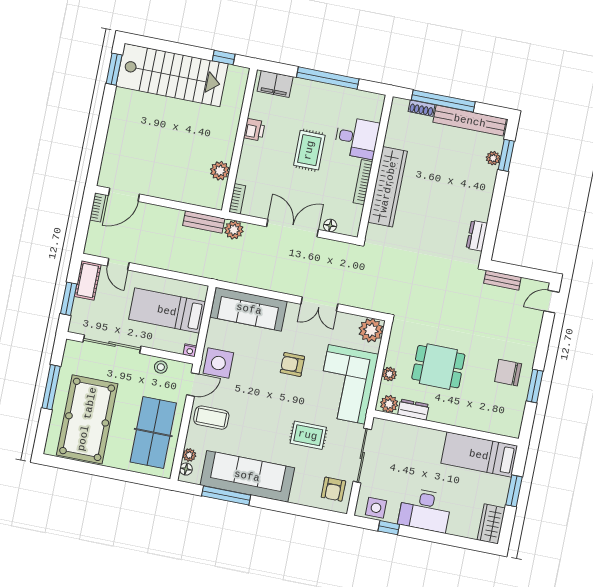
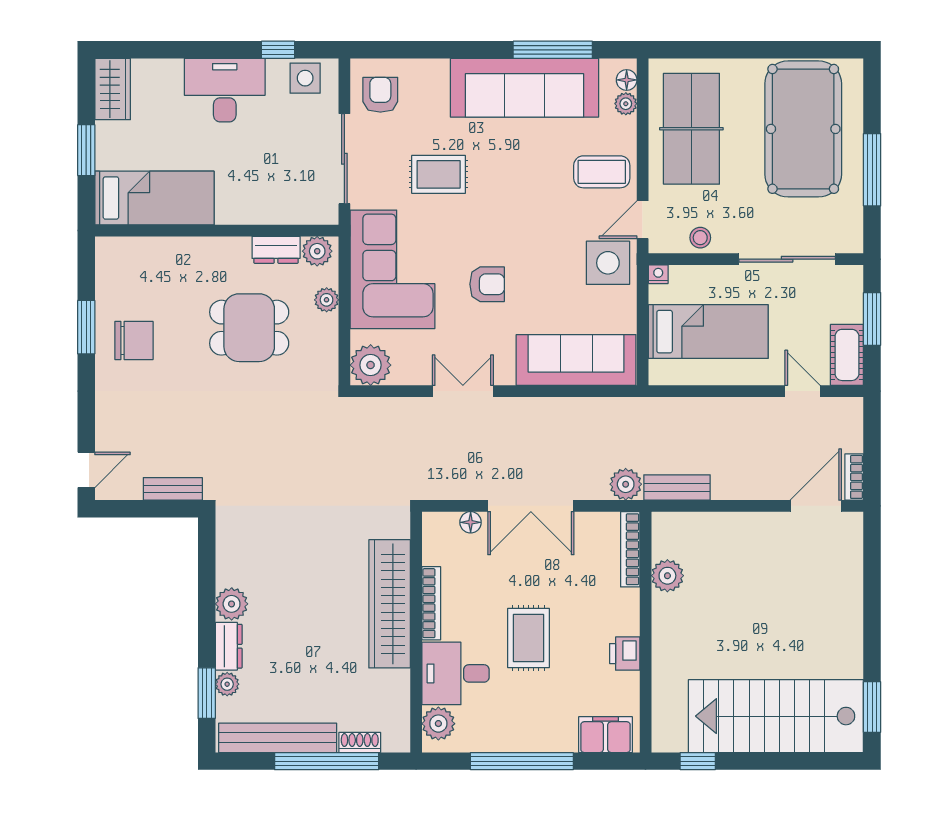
plant: (373, 110) -> (438, 724), added
bookcase: (237, 199) -> (630, 549), width x1.56
plant: (481, 205) -> (232, 604), added
dresser: (477, 236) -> (229, 646), moved

